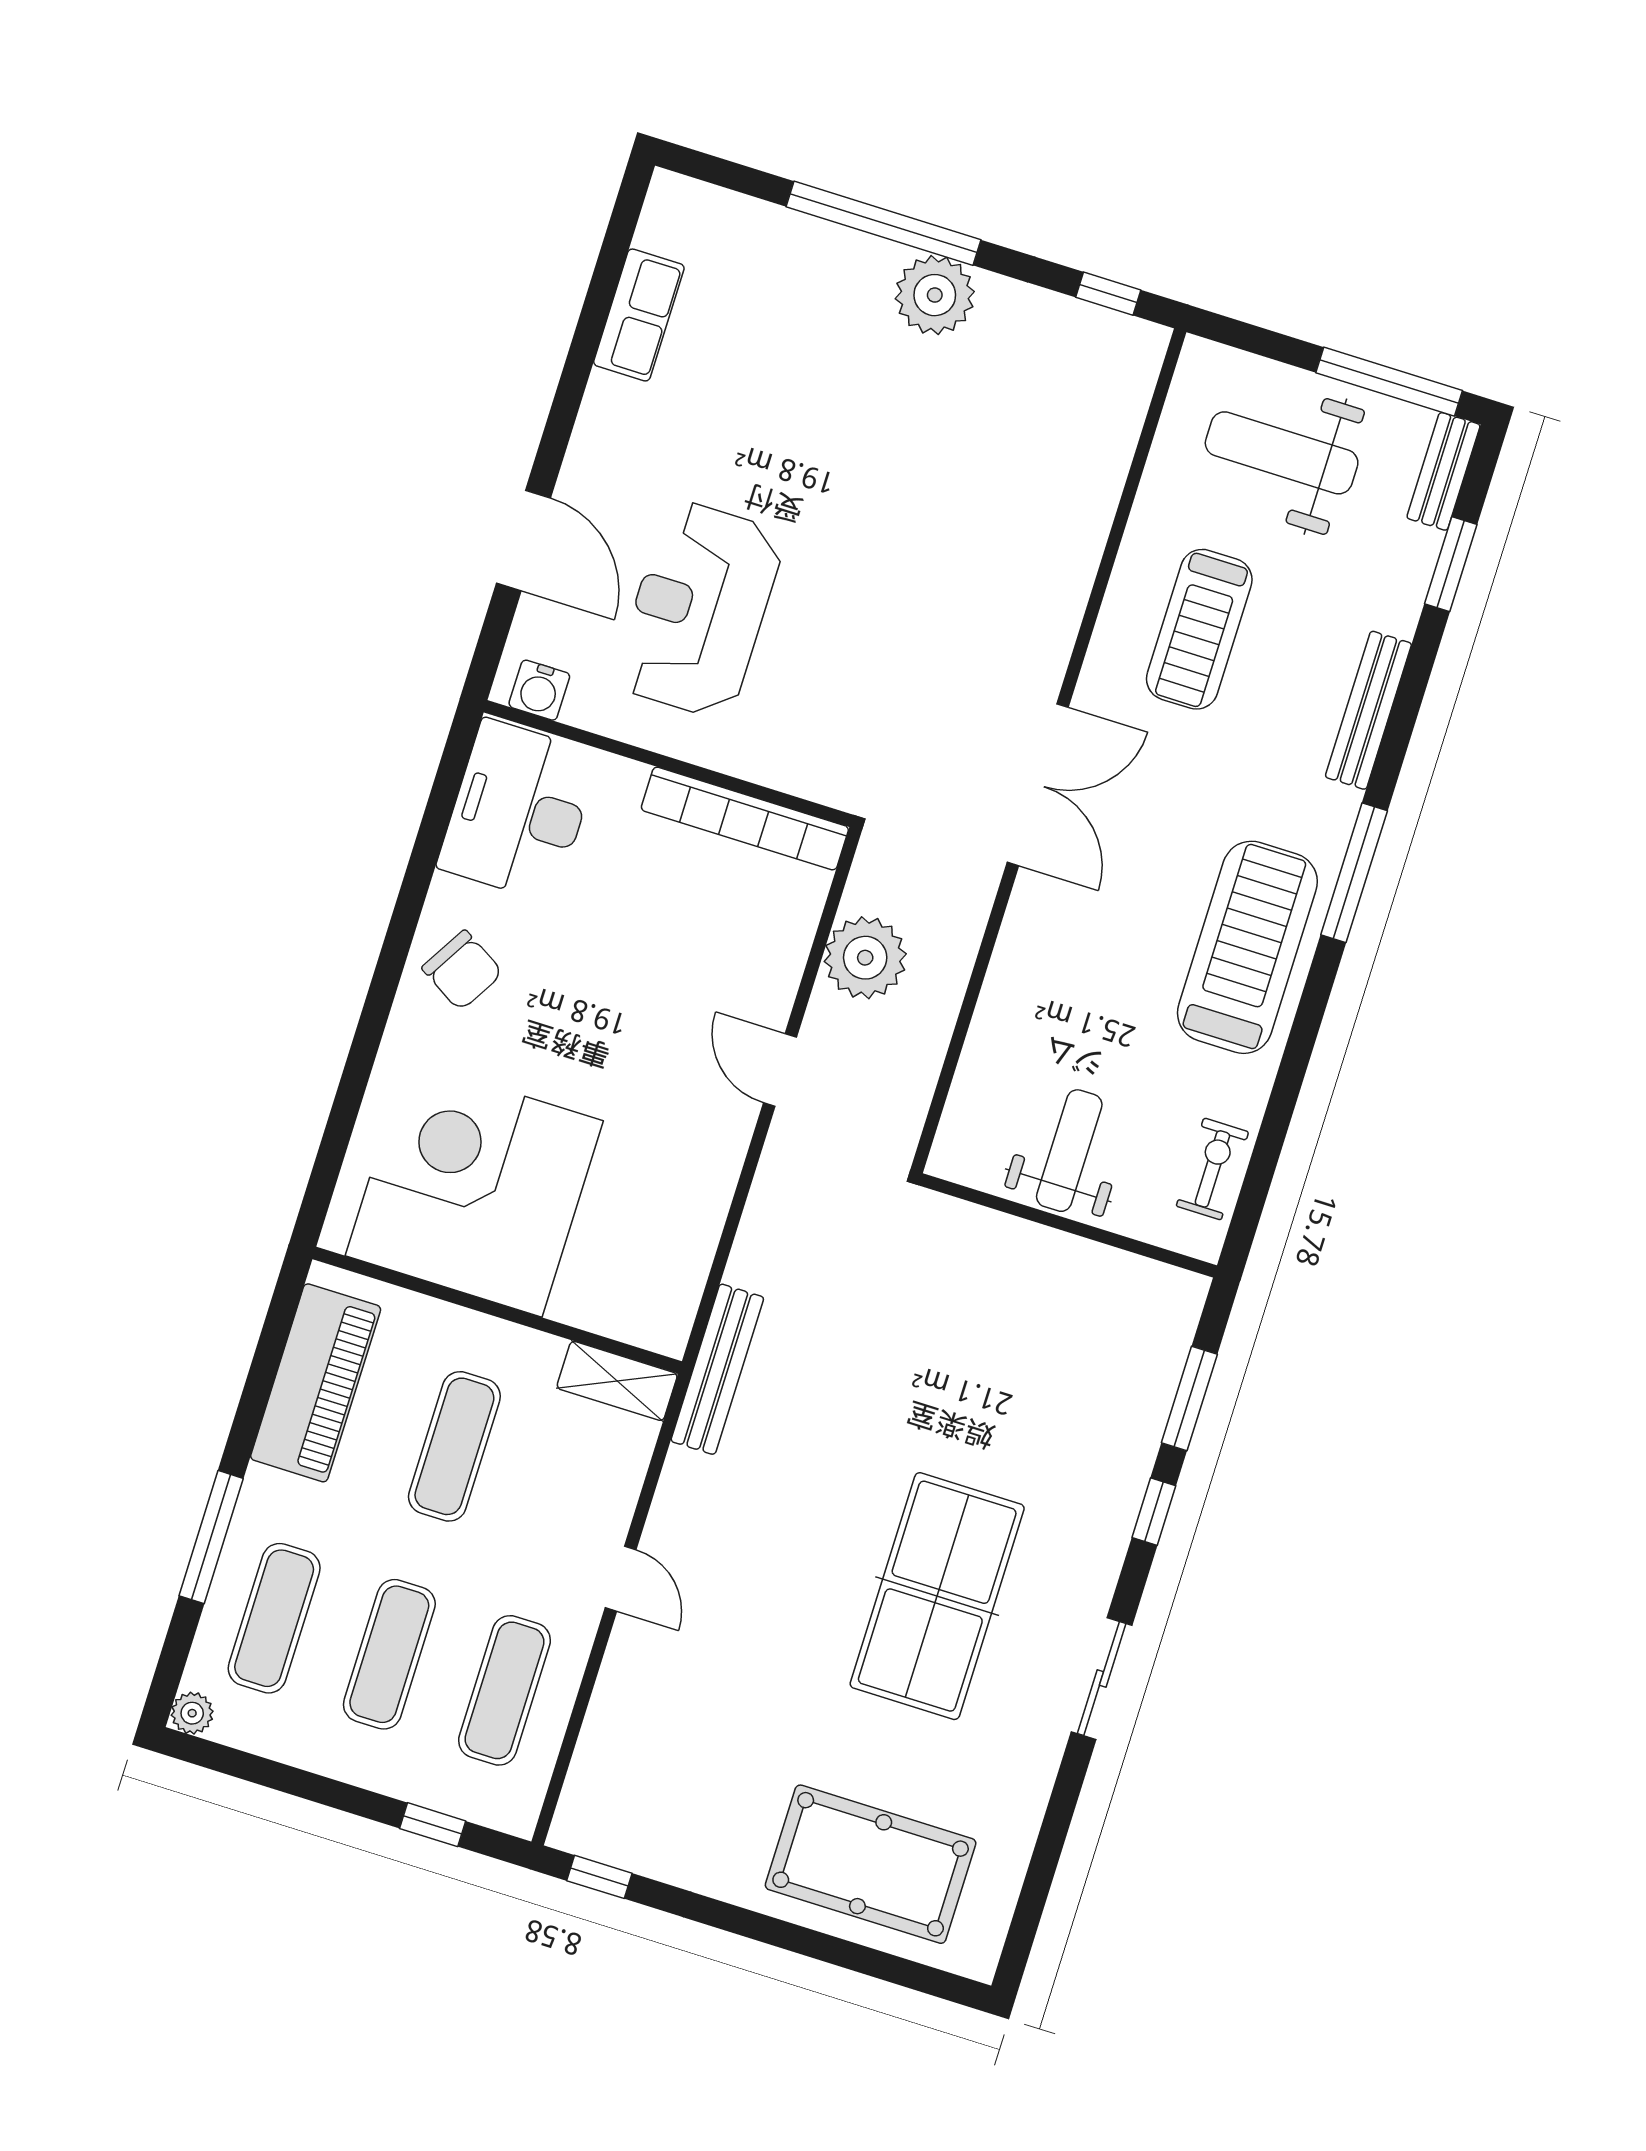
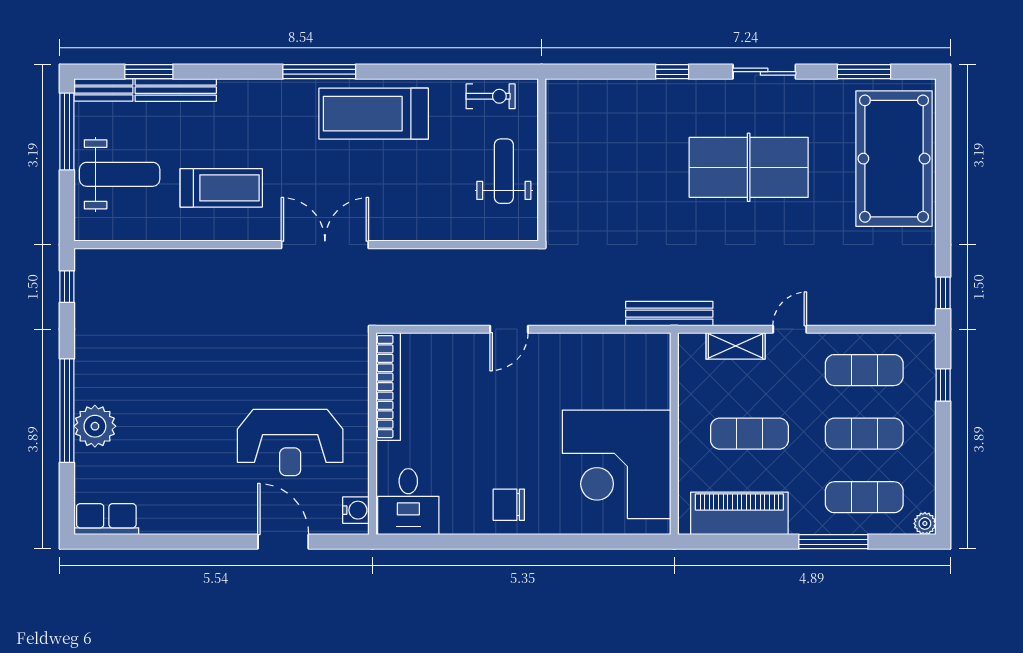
plant: (935, 295) -> (95, 426), moved
row of seats: (639, 315) -> (106, 519), moved
weight bench: (1282, 453) -> (120, 174), turned -90
door: (523, 540) -> (283, 542), hinge flipped
bench: (1368, 710) -> (176, 90), moved
desk: (518, 811) -> (408, 502), width x0.73
plant: (865, 958) -> (439, 304), removed
chair: (462, 970) -> (509, 505), turned -121
weight bench: (1069, 1151) -> (504, 171), turned 90
exercise bike: (1212, 1169) -> (491, 96), turned 180
shelving: (617, 1381) -> (736, 346), moved, turned 90
window: (1189, 1398) -> (864, 72), moved
pool table: (871, 1864) -> (894, 159), width x1.36, depth x1.32

